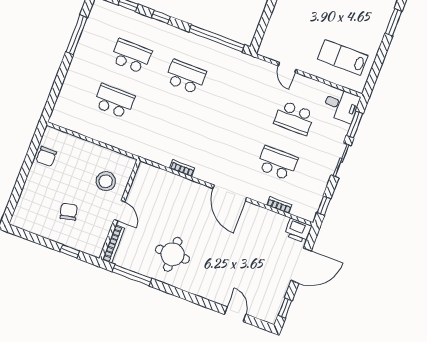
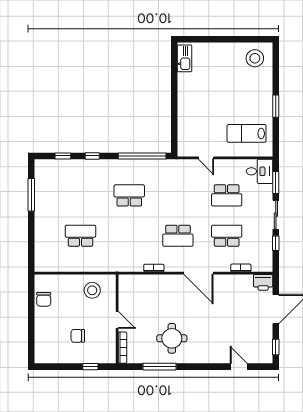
window: (394, 22) -> (276, 106), moved
school desk: (131, 56) -> (178, 236), moved, turned 180
stool: (106, 181) -> (92, 290), moved
window: (324, 206) -> (276, 243), moved
chair: (69, 212) -> (78, 336), turned -77
window: (132, 275) -> (160, 367), moved

